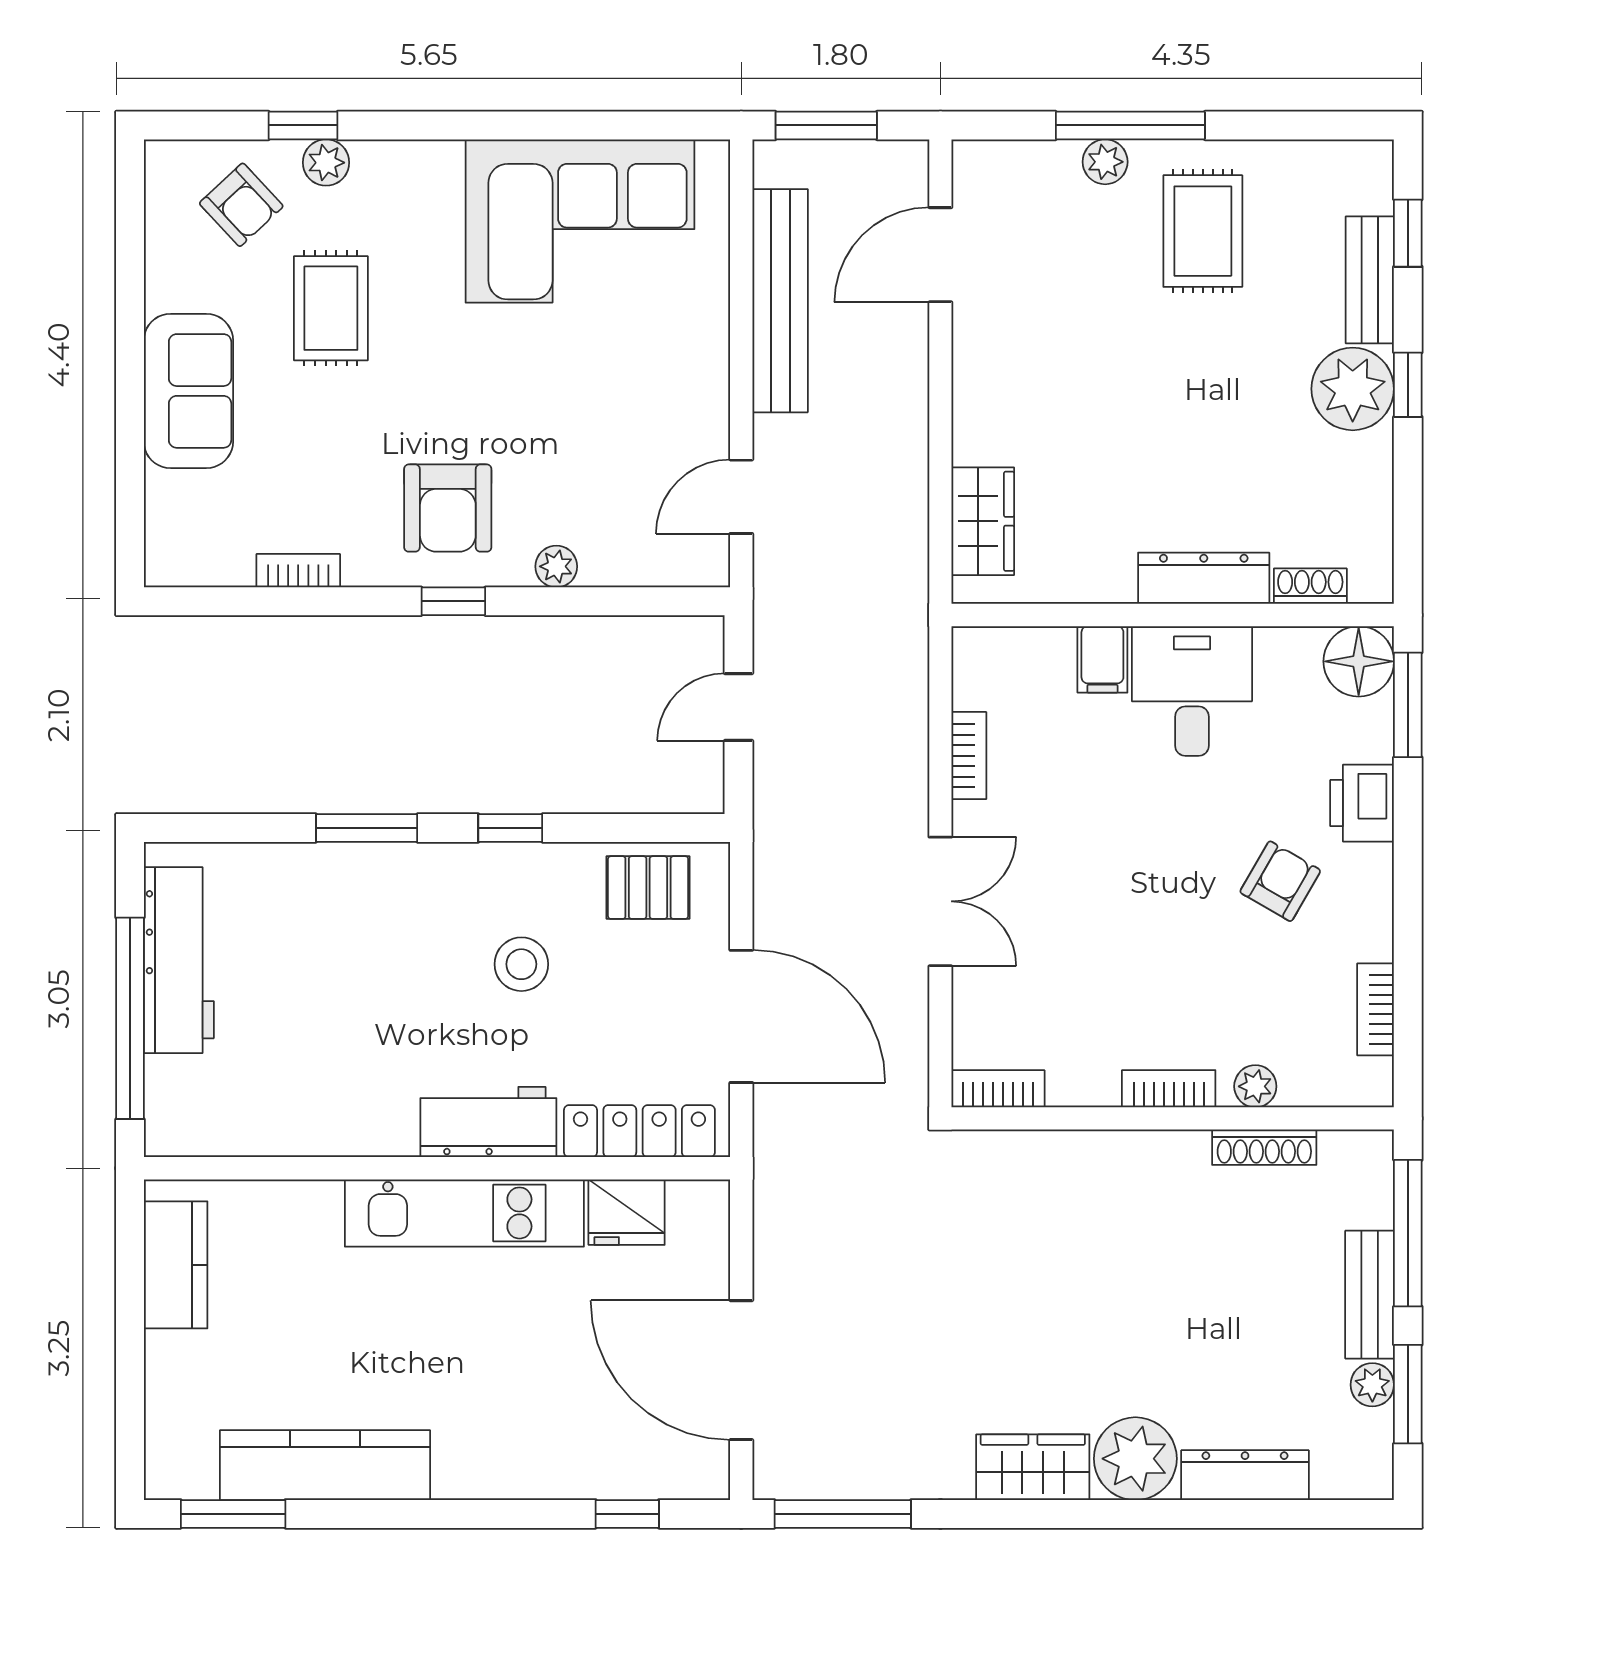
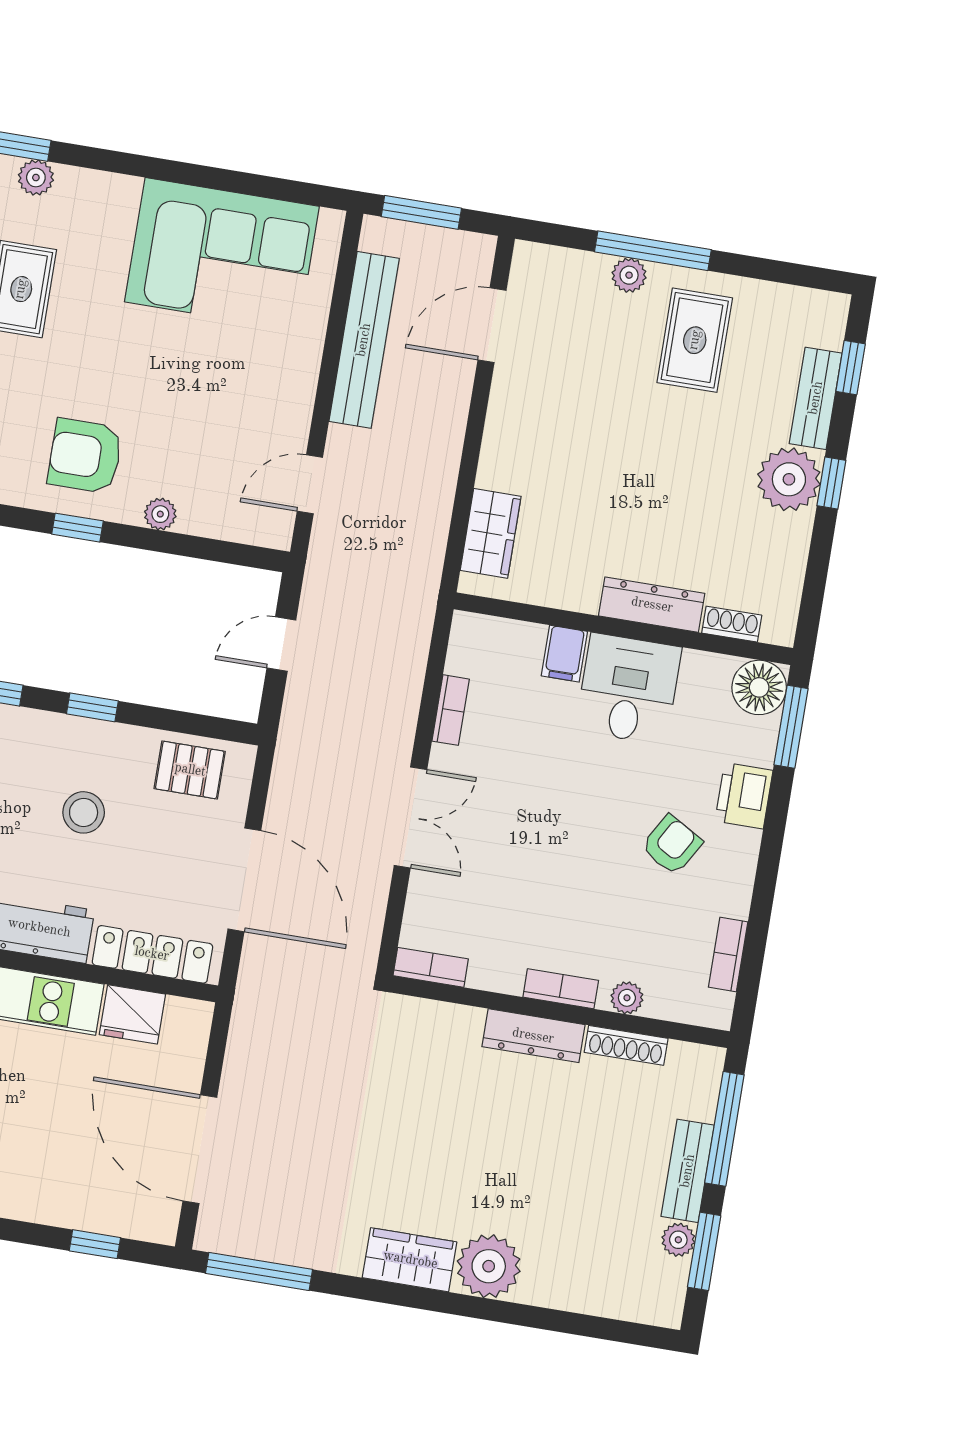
armchair: (448, 508) -> (85, 456), turned 90
dresser: (1245, 1475) -> (533, 1036), moved, turned 180

